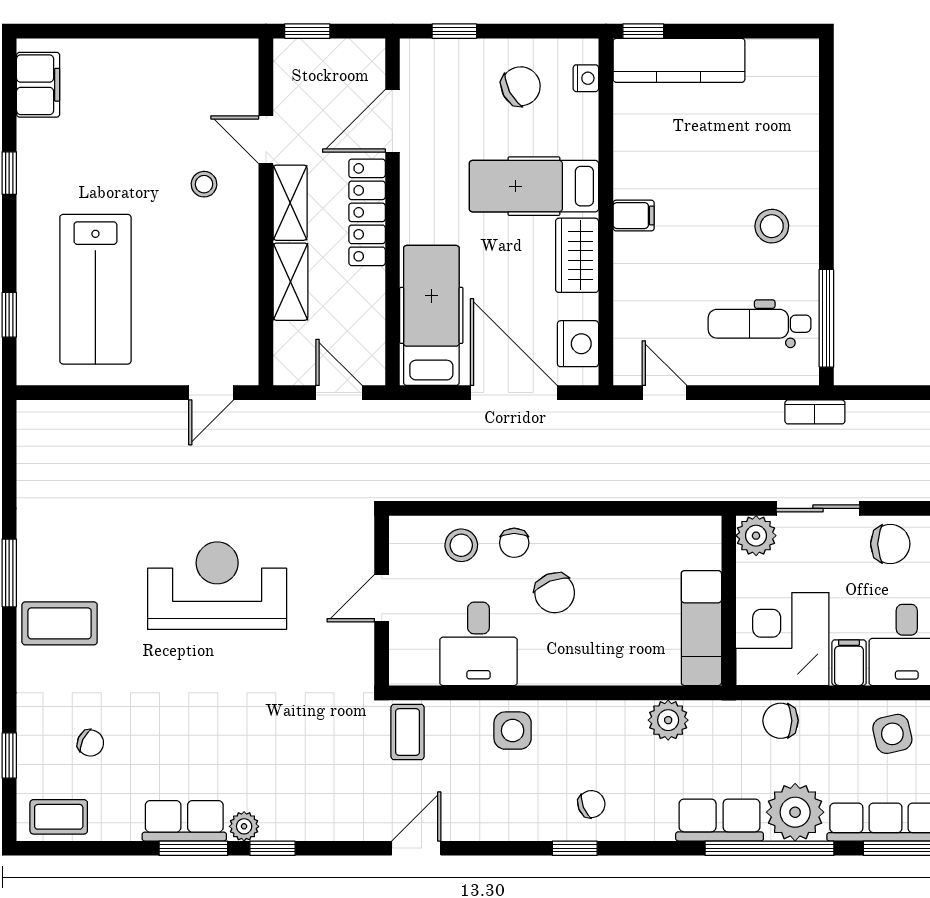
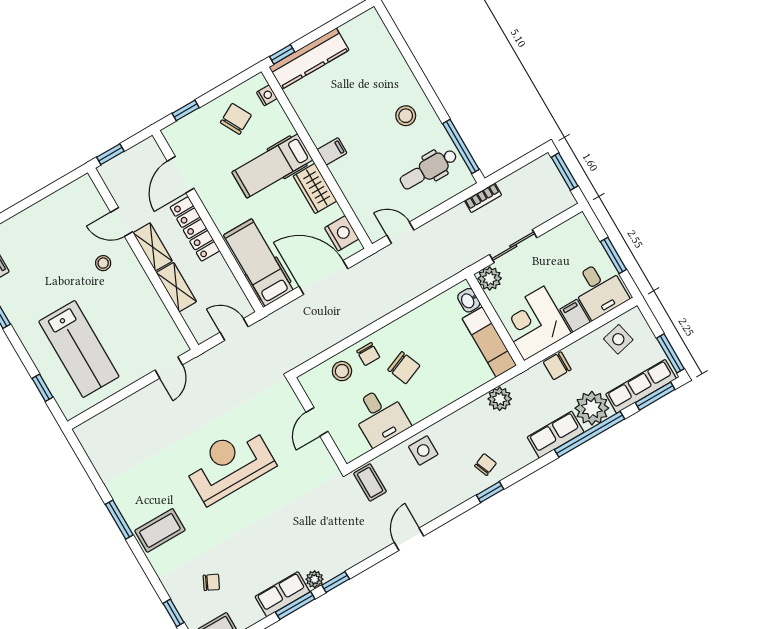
chair: (890, 544) -> (561, 243), removed
washbasin: (707, 550) -> (469, 300), added

